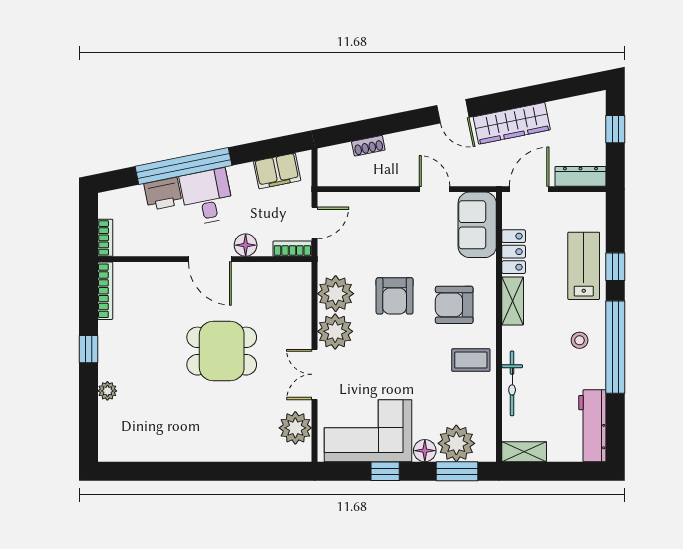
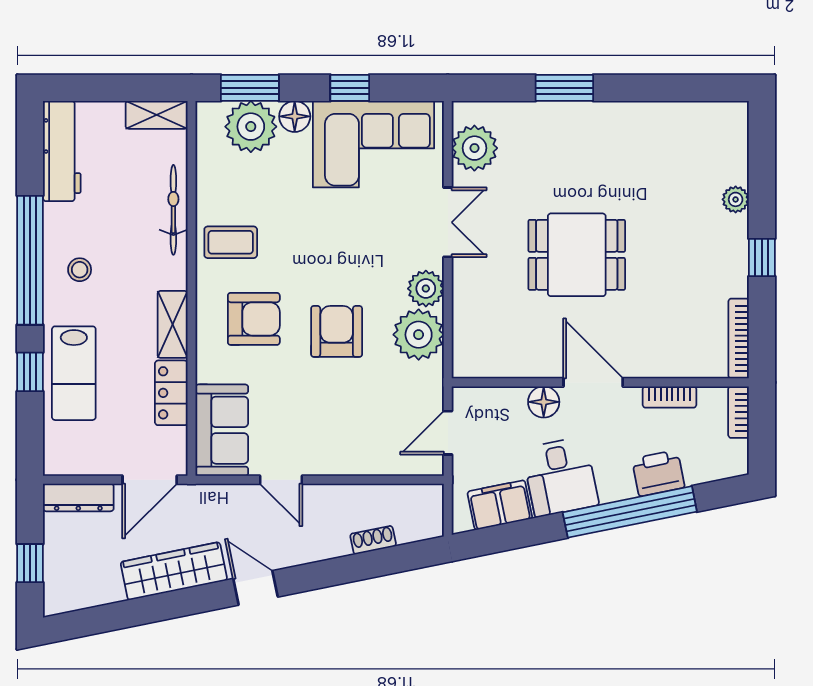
desk: (207, 197) -> (560, 477), moved
bookcase: (292, 249) -> (670, 397), moved
plant: (335, 331) -> (426, 289), width x0.73, depth x0.73
window: (231, 471) -> (564, 88), added

